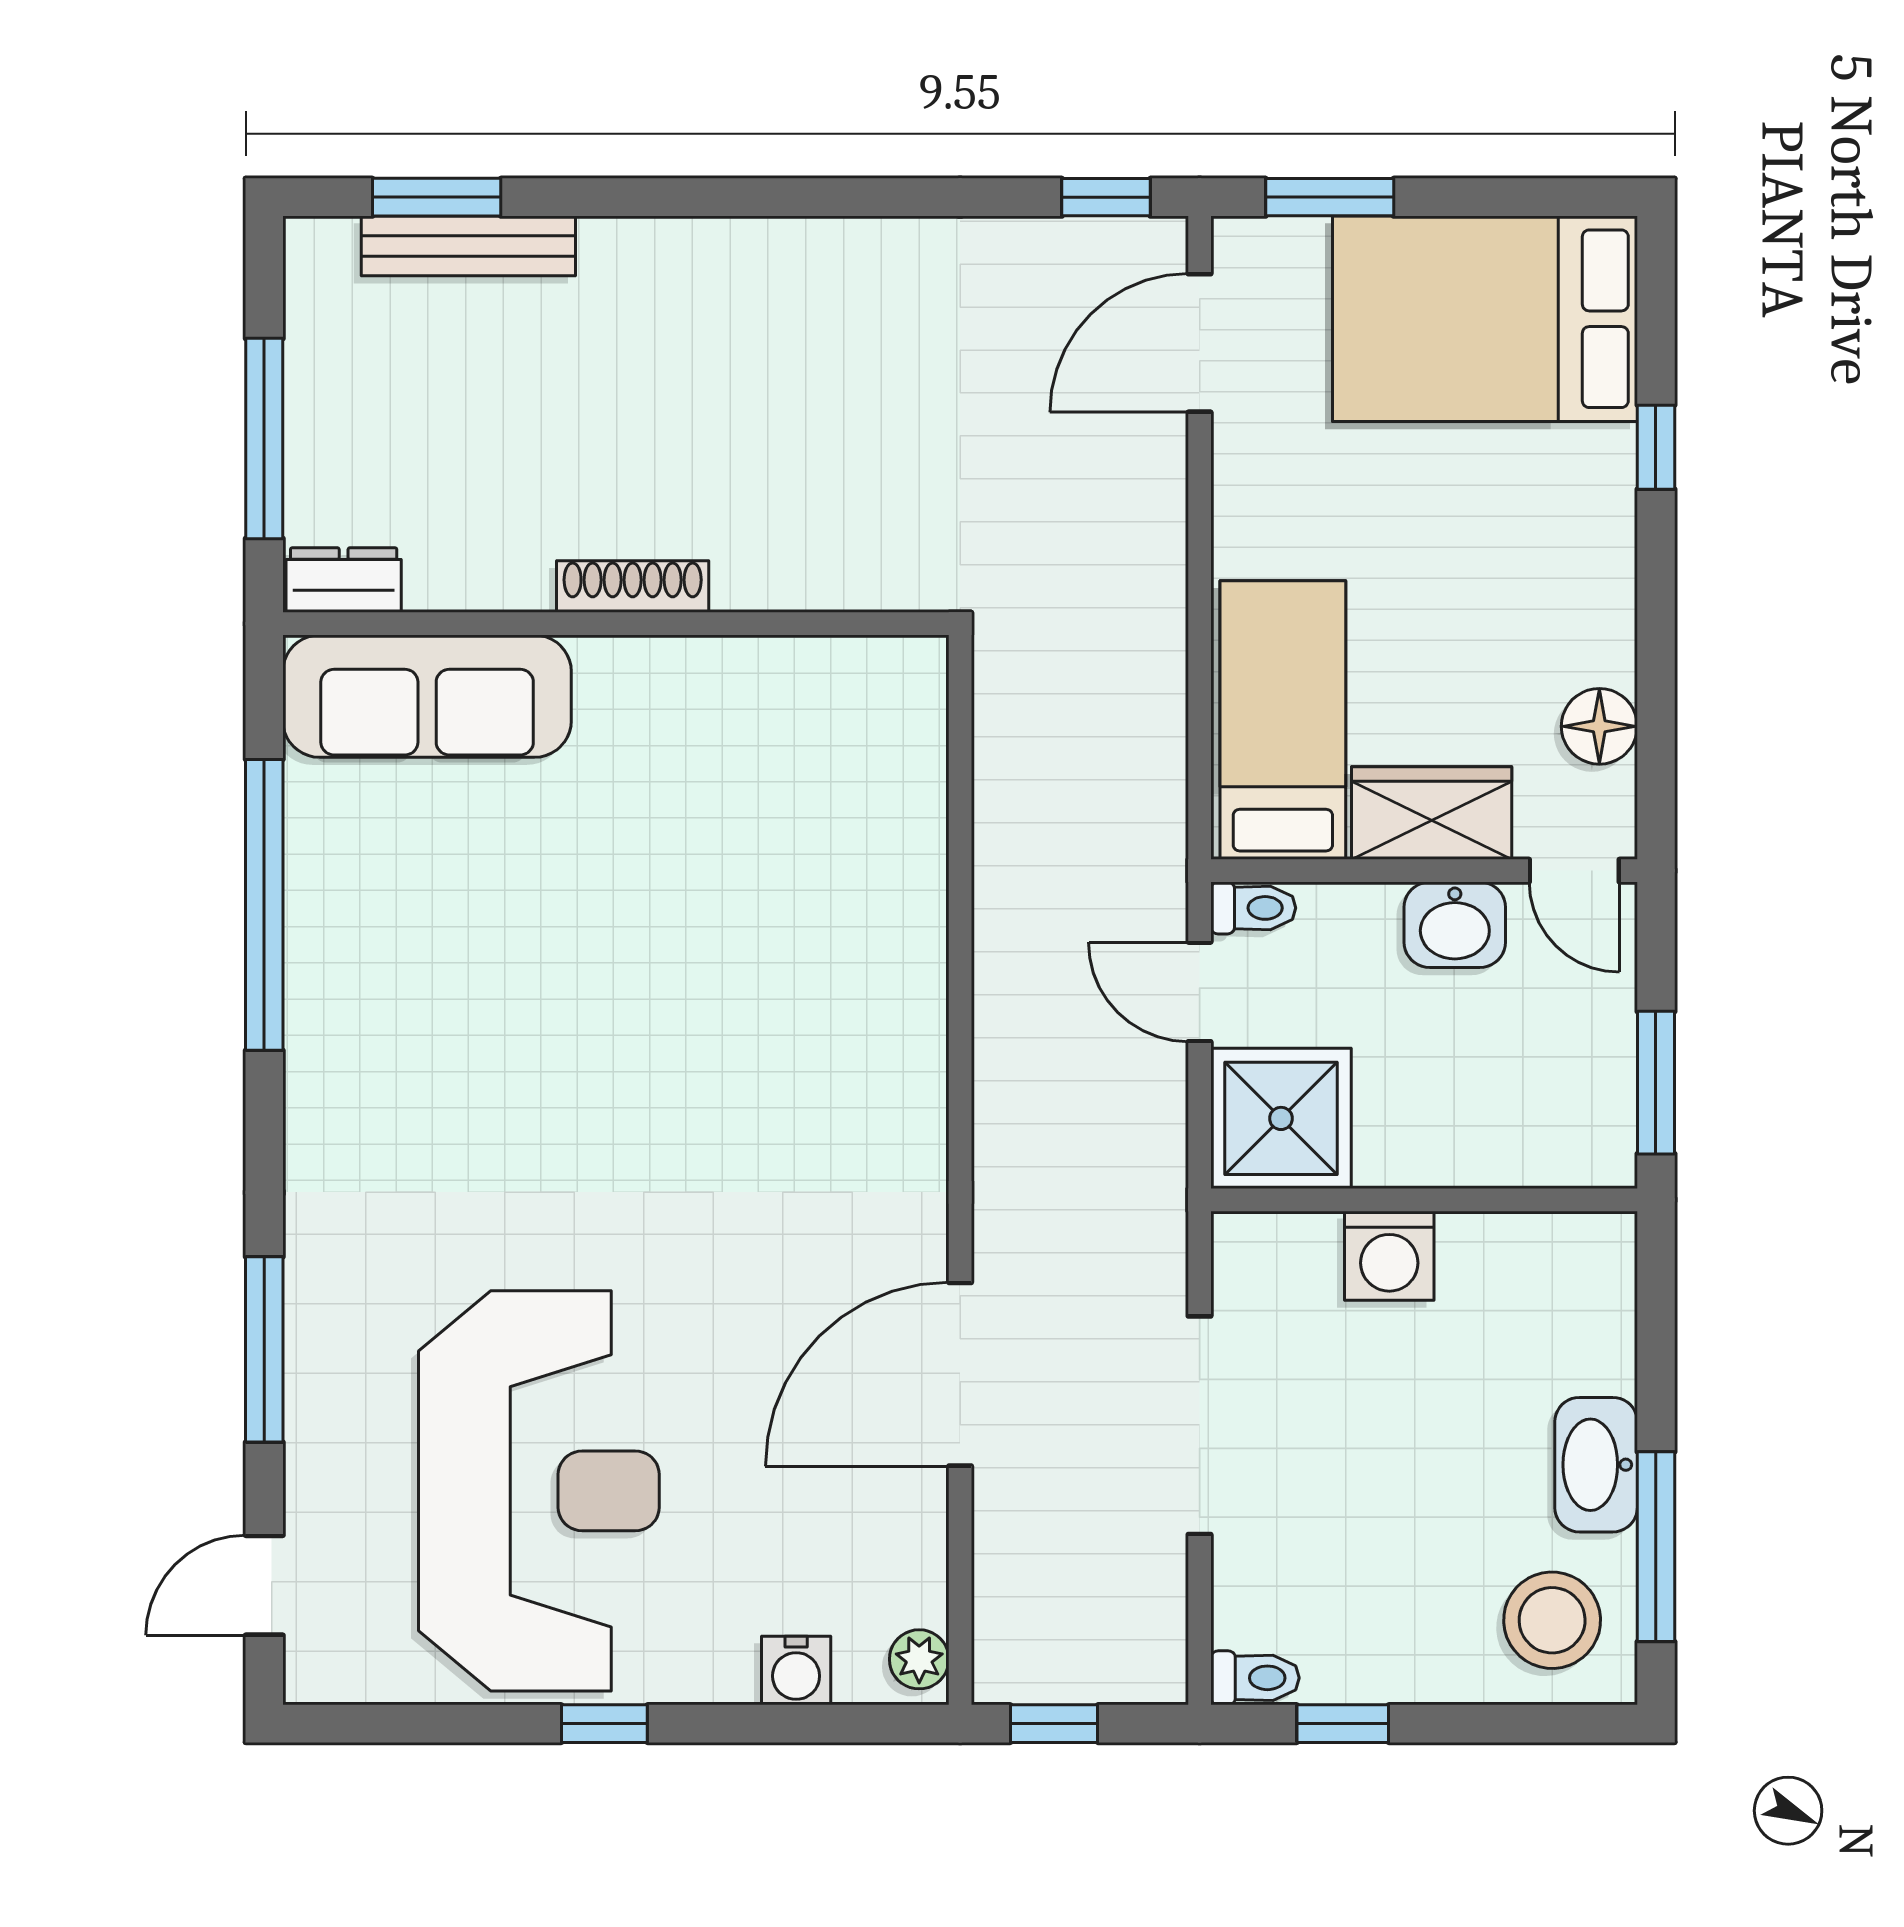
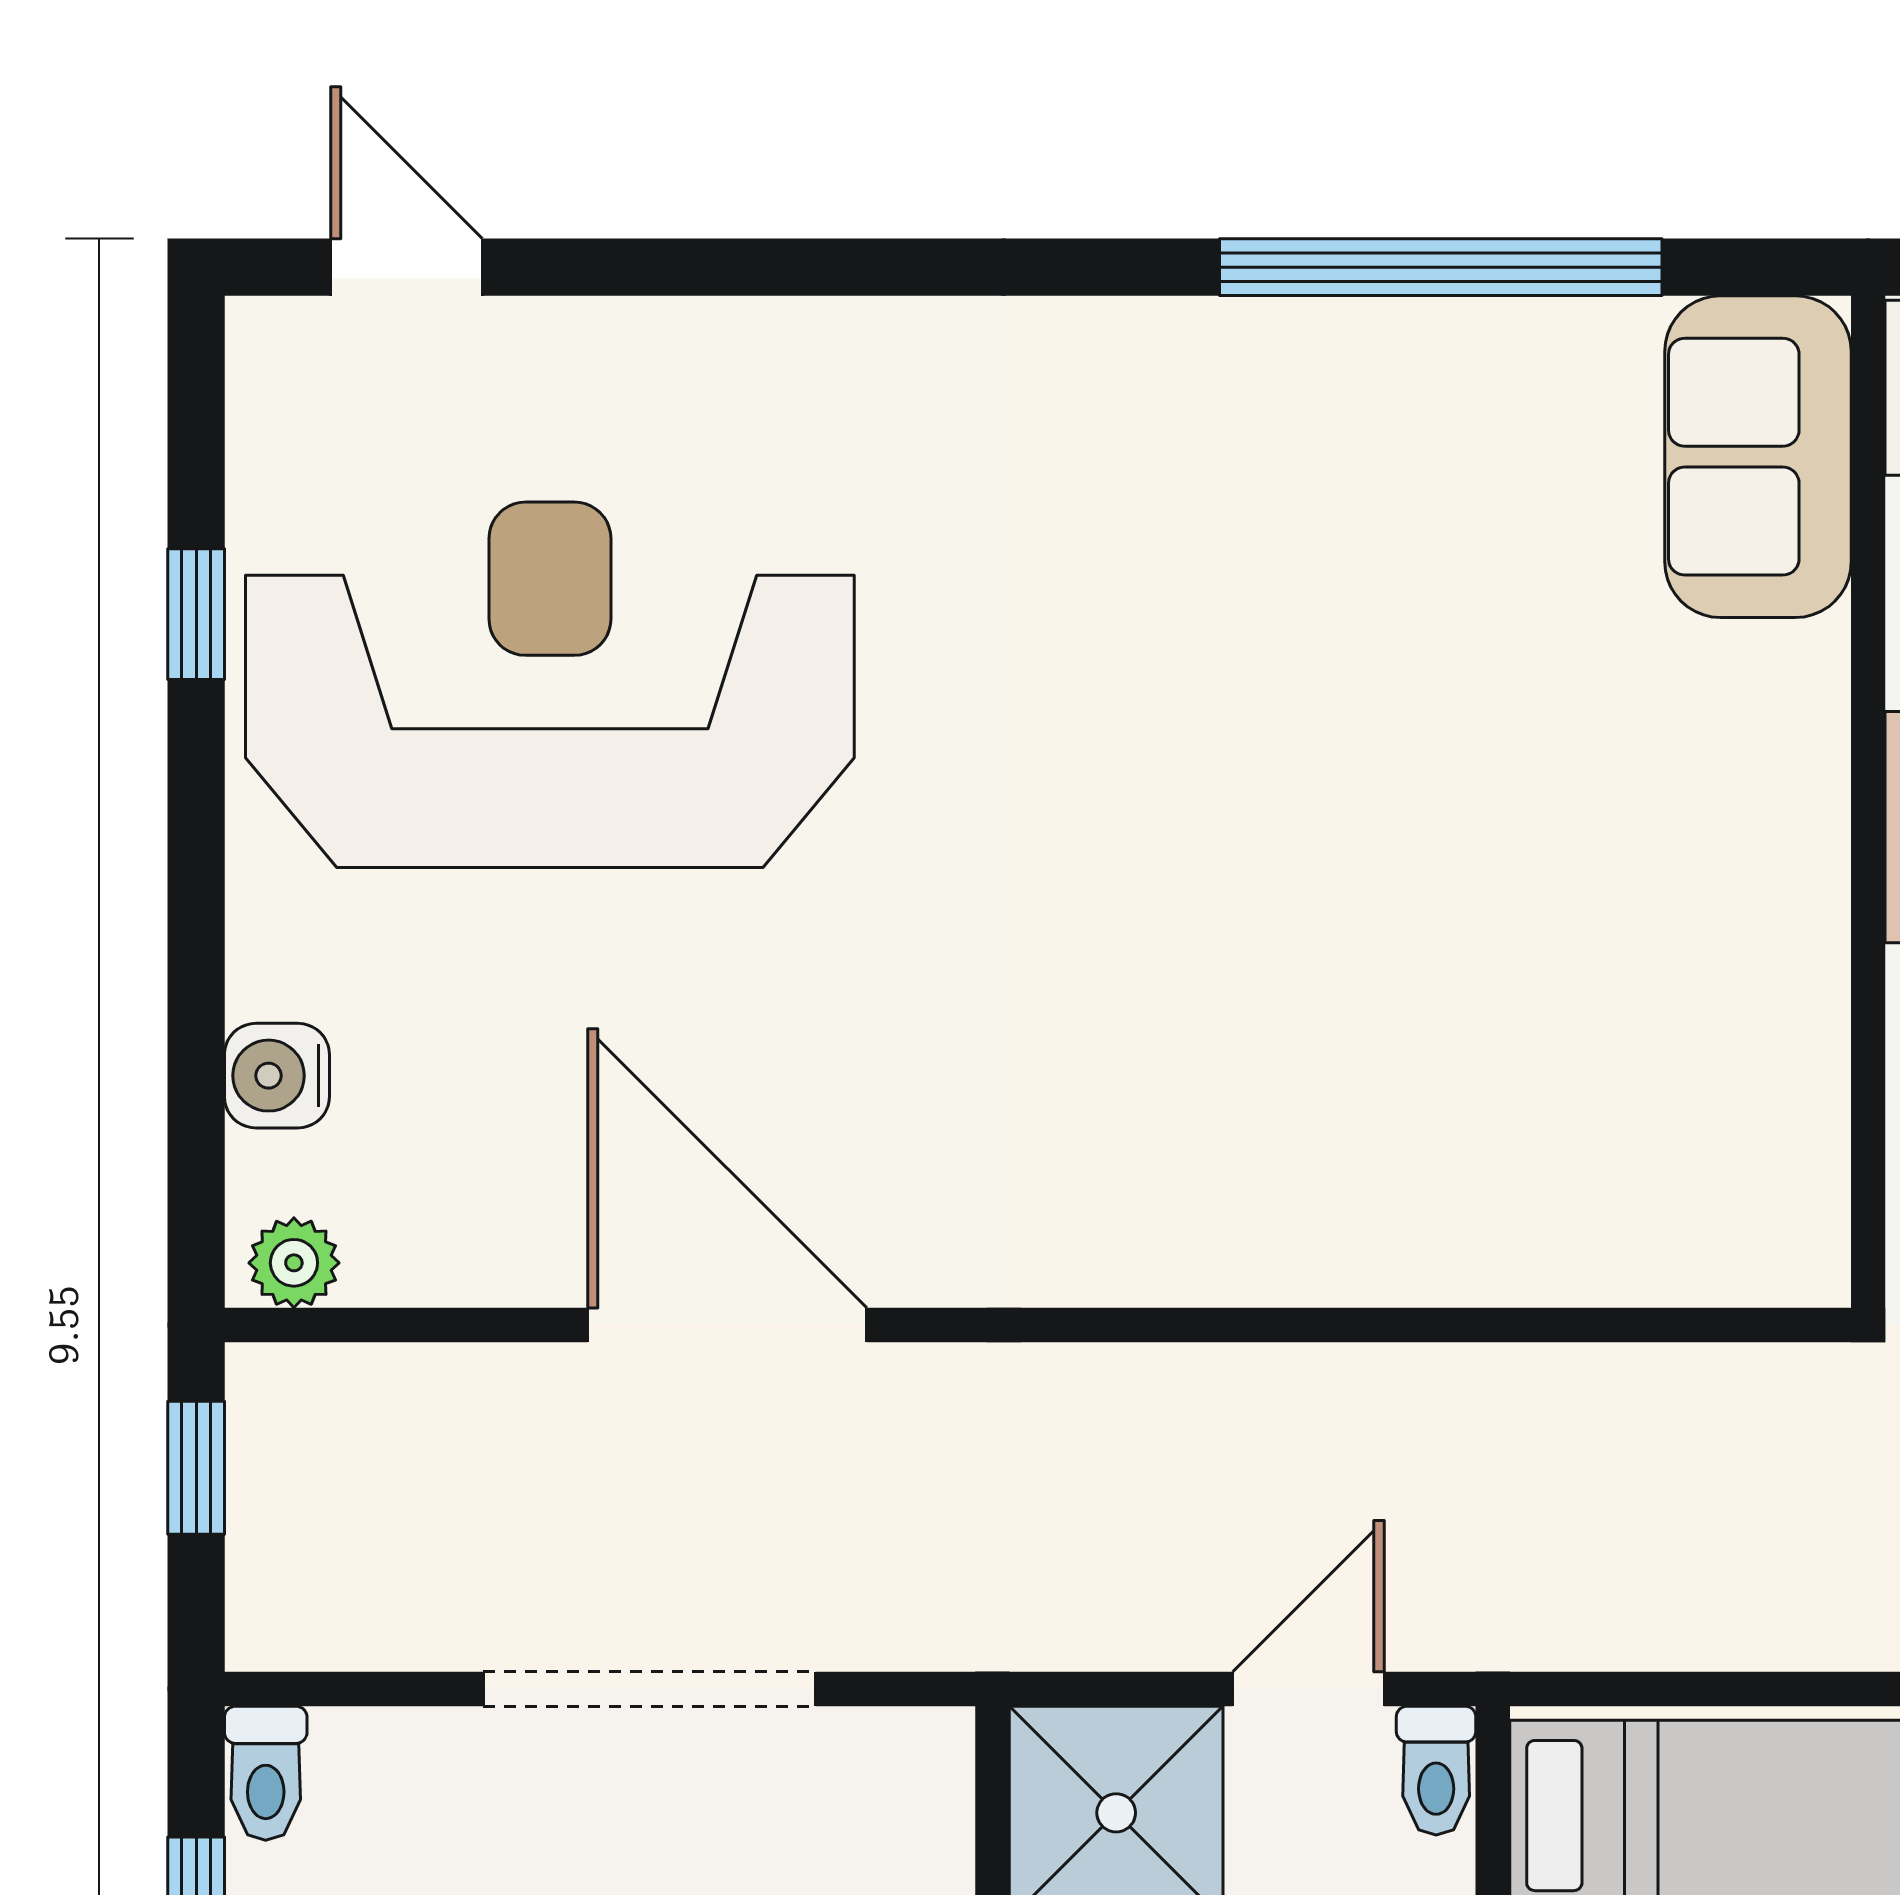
sofa: (427, 696) -> (1758, 457), width x0.73
window: (264, 1349) -> (765, 267), removed
reception desk: (539, 1491) -> (550, 685), turned 180
window: (604, 1724) -> (196, 614), moved

